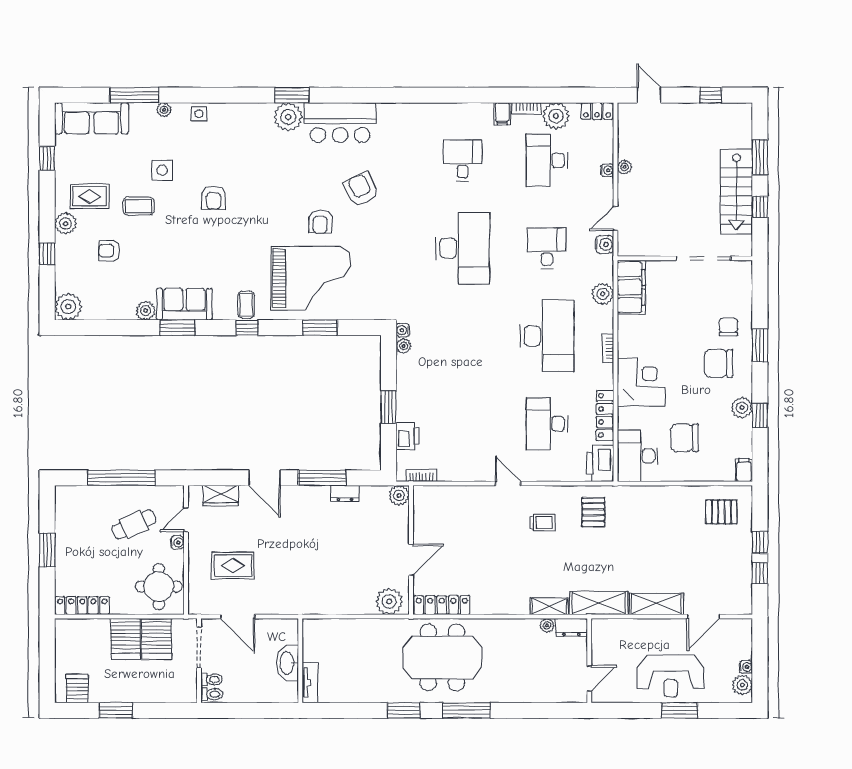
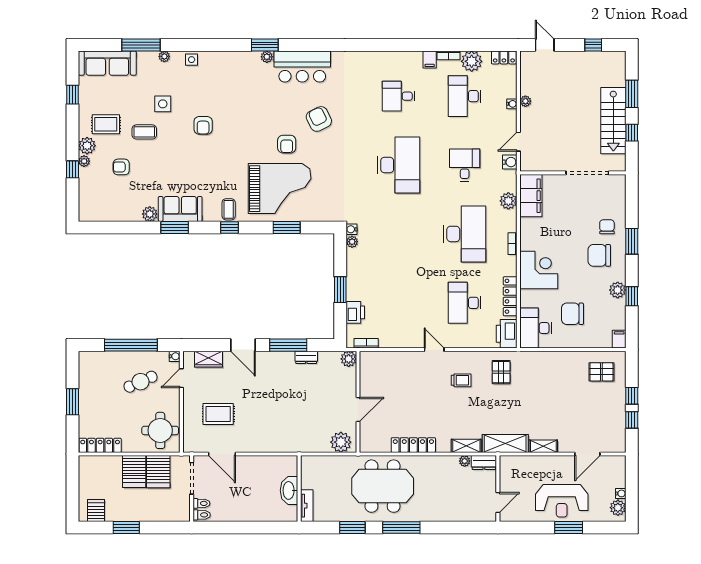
plant: (288, 117) -> (267, 57), width x0.53, depth x0.53
desk: (463, 160) -> (399, 96), turned -90
plant: (68, 307) -> (84, 161), moved, width x0.53, depth x0.53
water cooler: (177, 542) -> (175, 356), moved
shelving: (656, 604) -> (543, 446), width x0.67, depth x0.75
locker: (442, 605) -> (413, 445), moved
wall: (300, 661) -> (299, 489), moved
washbasin: (288, 663) -> (289, 490), moved
tv unit: (310, 682) -> (307, 506), moved

